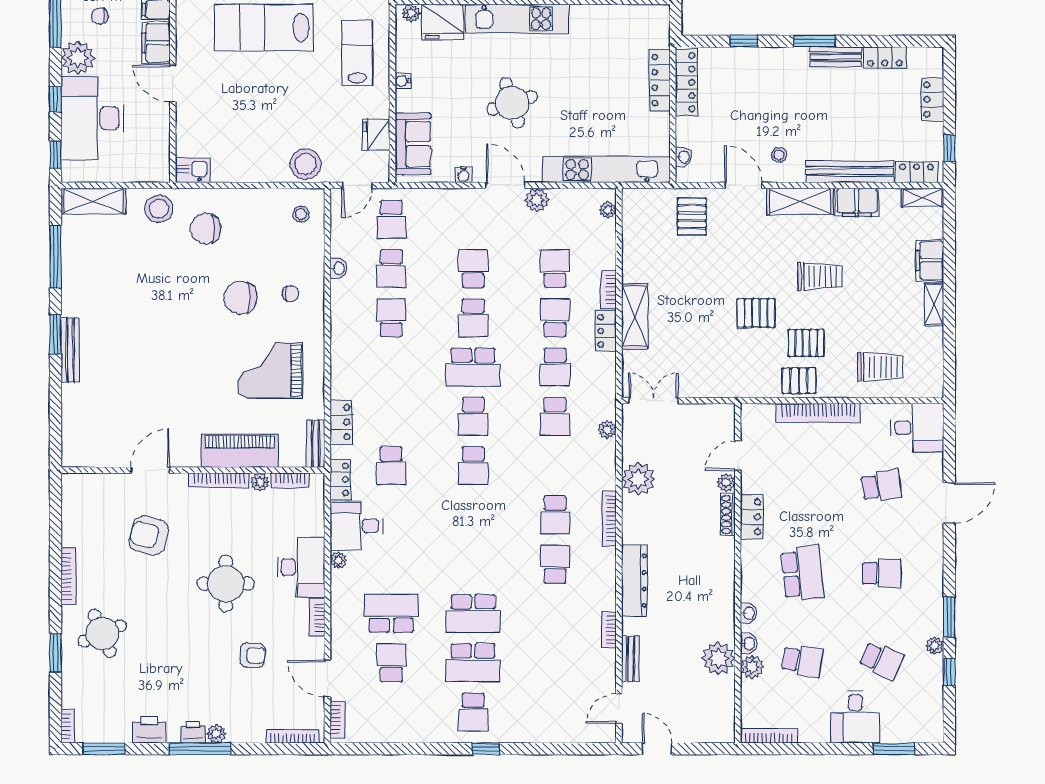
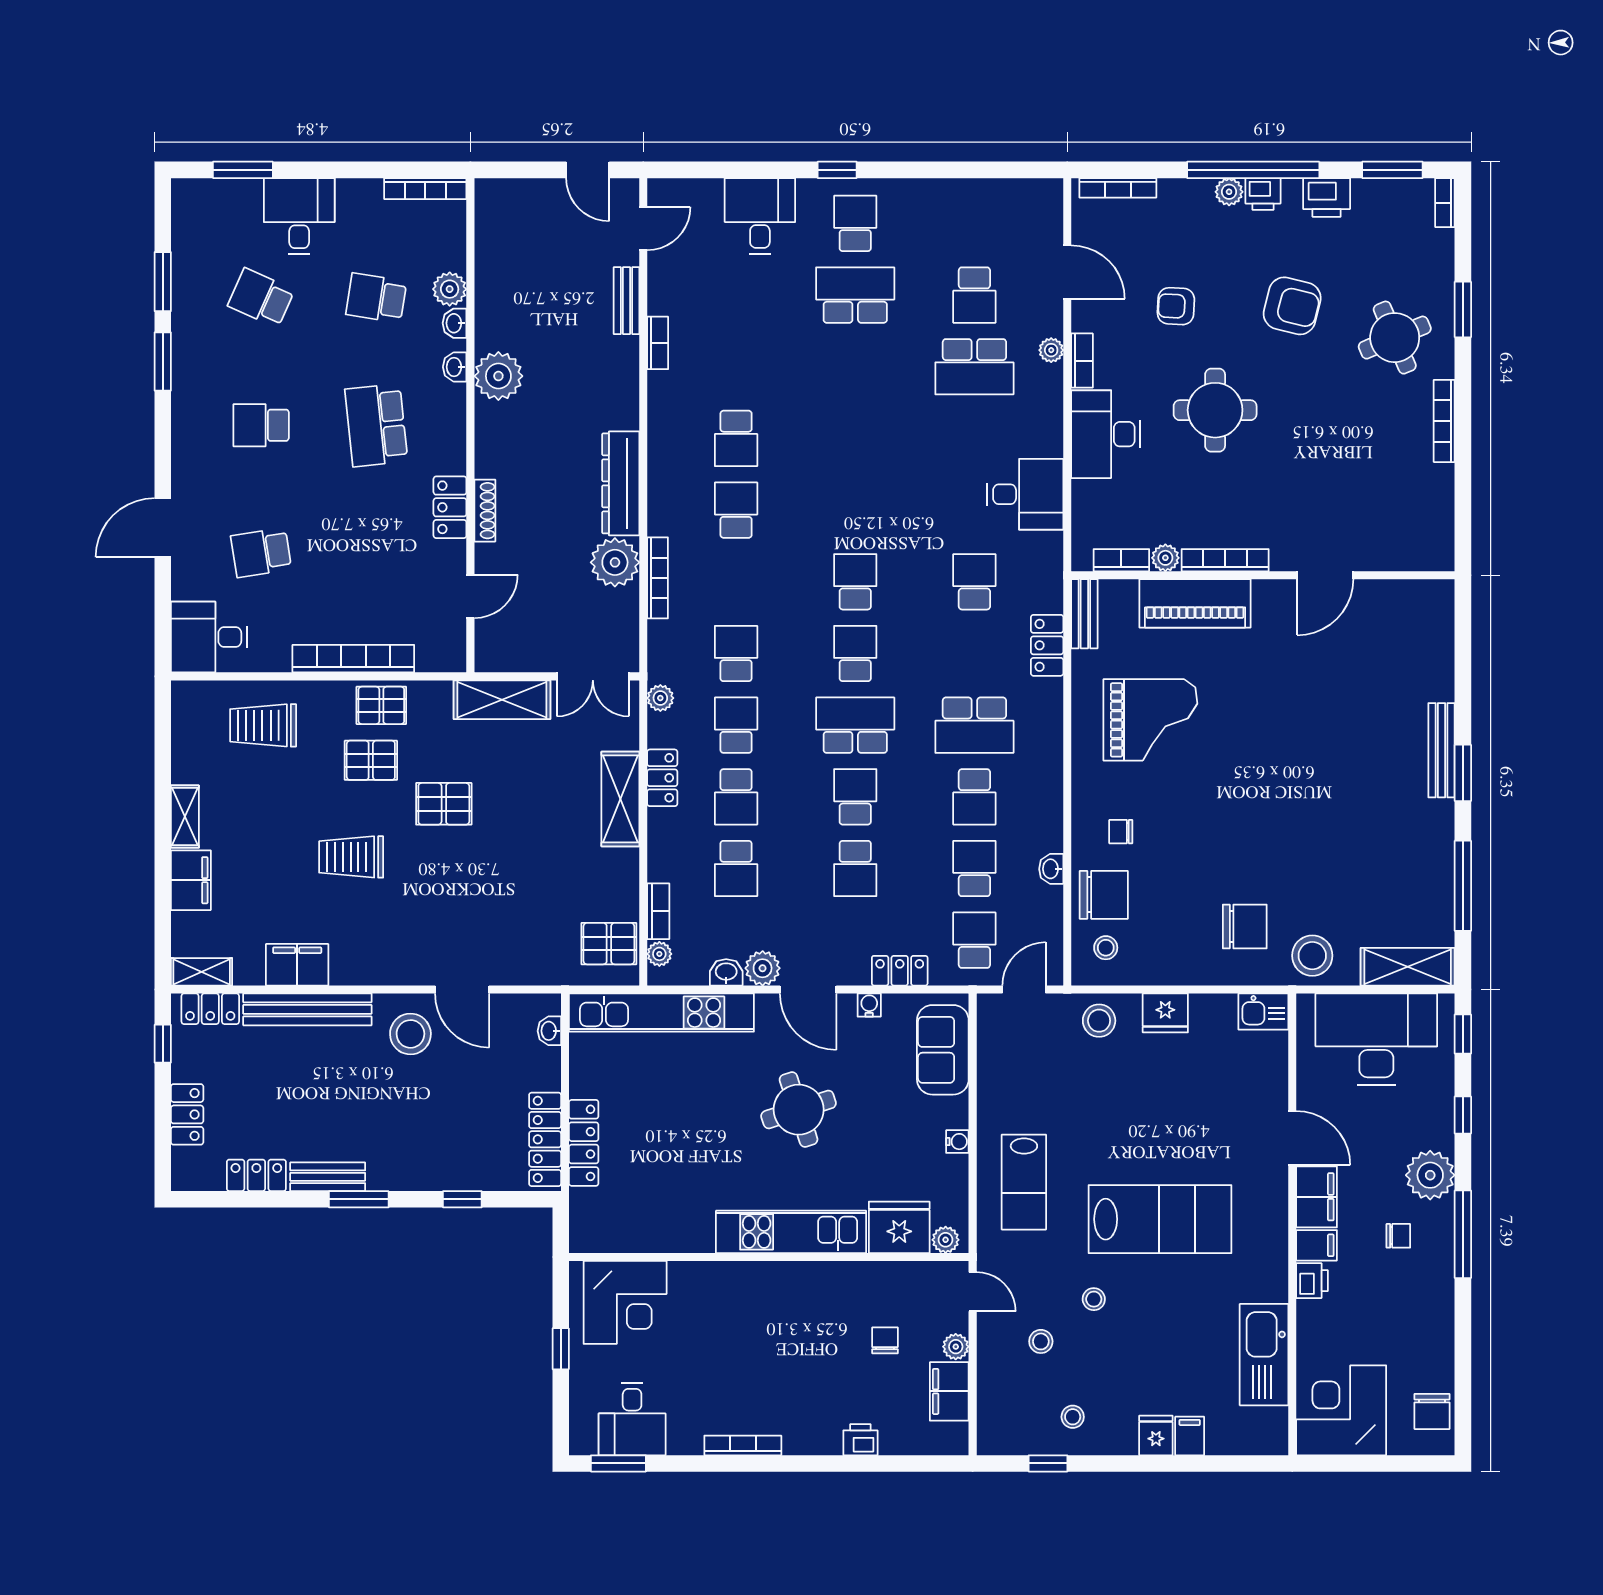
desk: (92, 118) -> (1376, 1039), moved, turned -90
fridge: (376, 135) -> (1165, 1013), moved, turned 90
stool: (779, 155) -> (410, 1034), width x1.89, depth x1.89
stool: (306, 164) -> (1099, 1021), width x0.73, depth x0.73
washbasin: (562, 197) -> (726, 972), added
shelving: (800, 201) -> (502, 700), moved
pallet: (692, 217) -> (609, 944), moved, turned 90
bookcase: (609, 289) -> (658, 911), moved
chair: (240, 298) -> (1104, 895), moved
plant: (607, 430) -> (660, 698), moved
locker: (340, 479) -> (900, 971), moved, turned 90
plant: (726, 483) -> (487, 557), removed
bookcase: (609, 518) -> (658, 578), moved
armchair: (149, 536) -> (1292, 306), moved
plant: (338, 560) -> (1051, 350), moved
dresser: (634, 581) -> (621, 483), moved
school desk: (473, 613) -> (974, 725), moved, turned 180
plant: (935, 646) -> (184, 320), removed
plant: (718, 658) -> (498, 376), moved
window: (949, 672) -> (163, 282), width x1.50
desk: (539, 717) -> (760, 216), added
bookcase: (338, 719) -> (1052, 213), removed
window: (200, 749) -> (1253, 170), width x1.46

